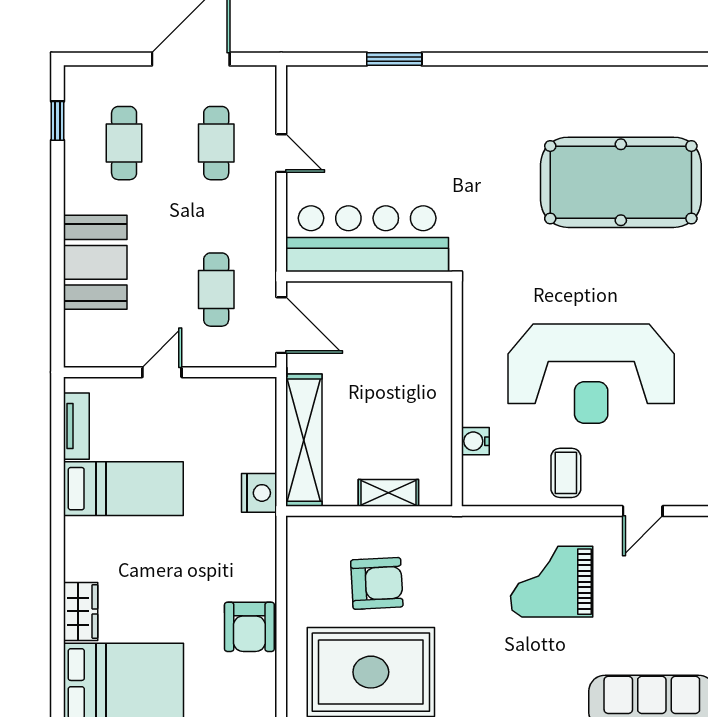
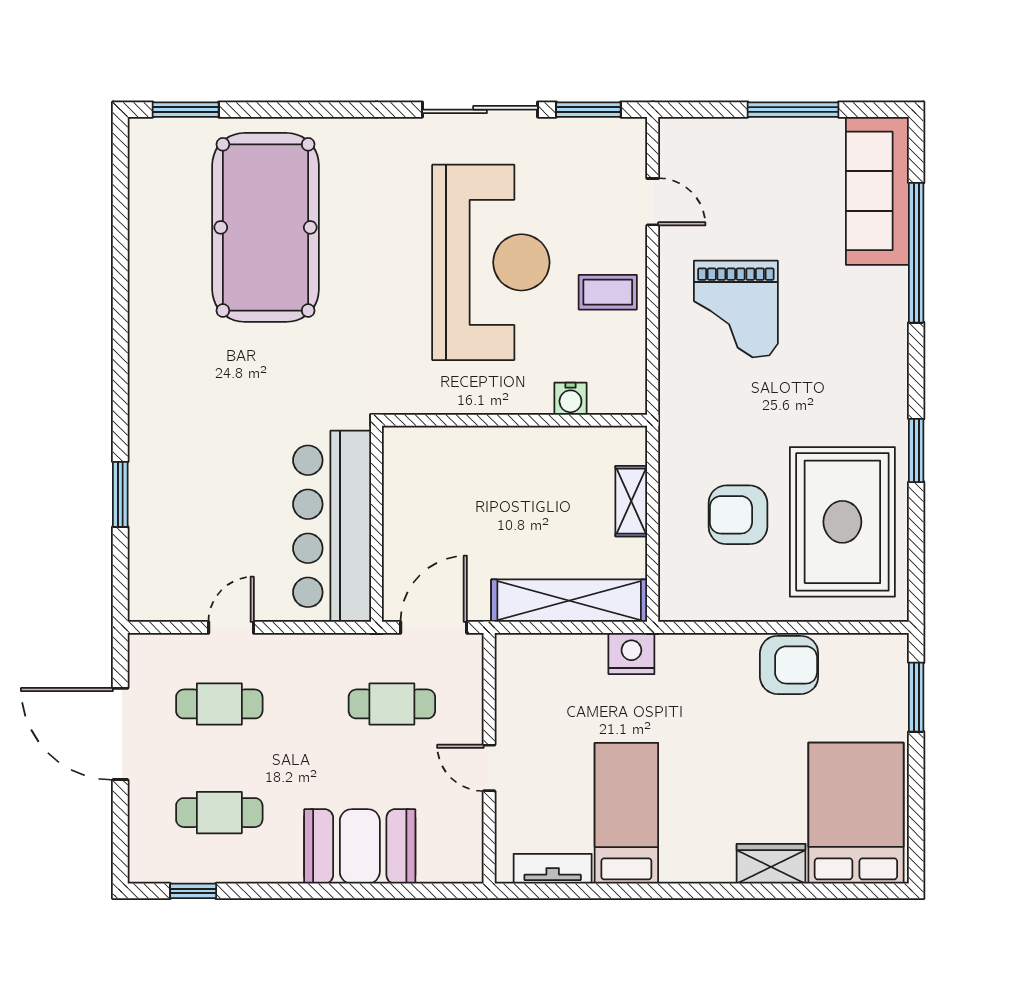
armchair: (377, 583) -> (738, 515), turned -87

